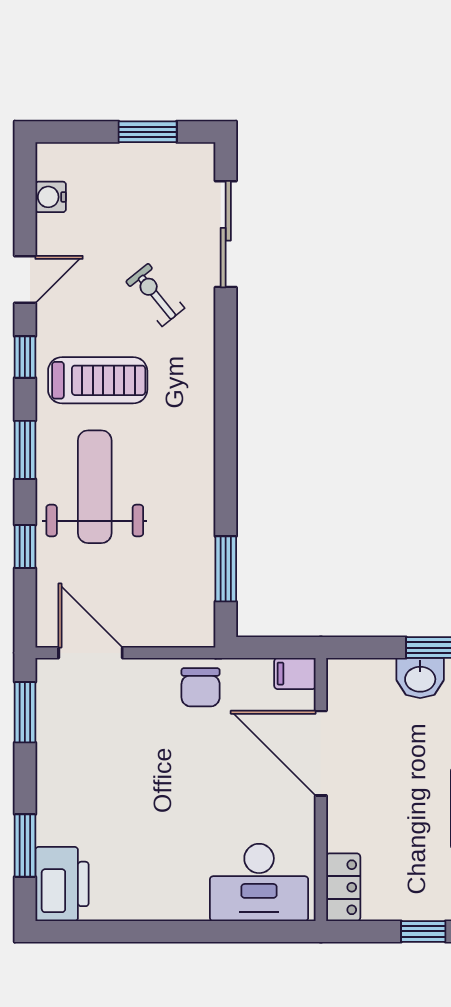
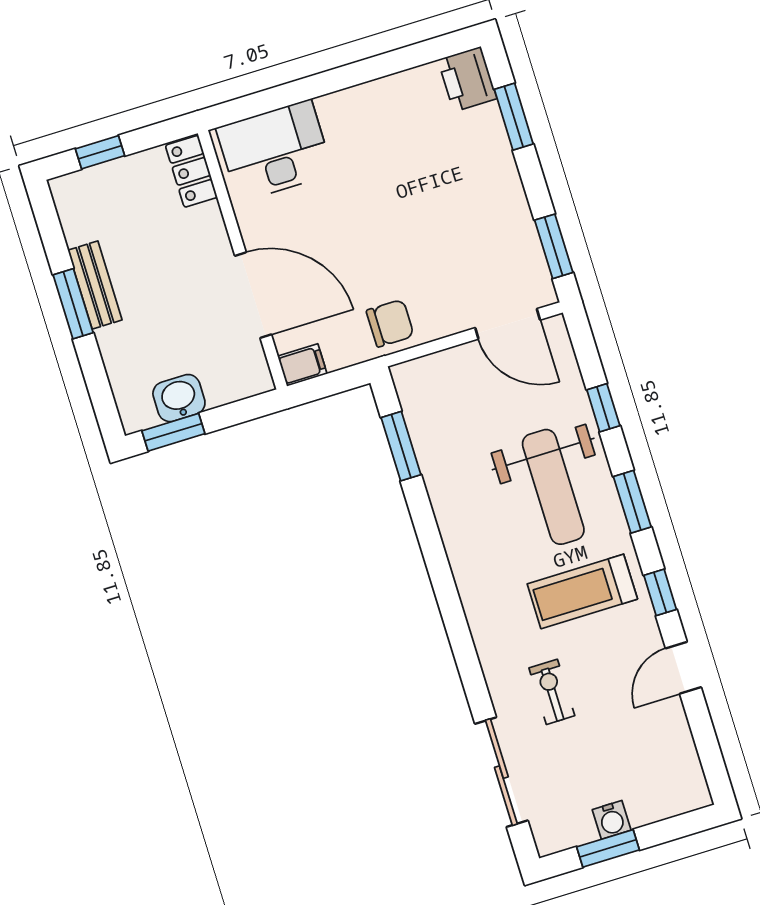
water cooler: (51, 197) -> (612, 820), moved, turned 90
exercise bike: (155, 295) -> (552, 692), turned -141
chair: (201, 687) -> (390, 323), turned 90
printer: (62, 884) -> (467, 79), width x0.73, depth x0.84

